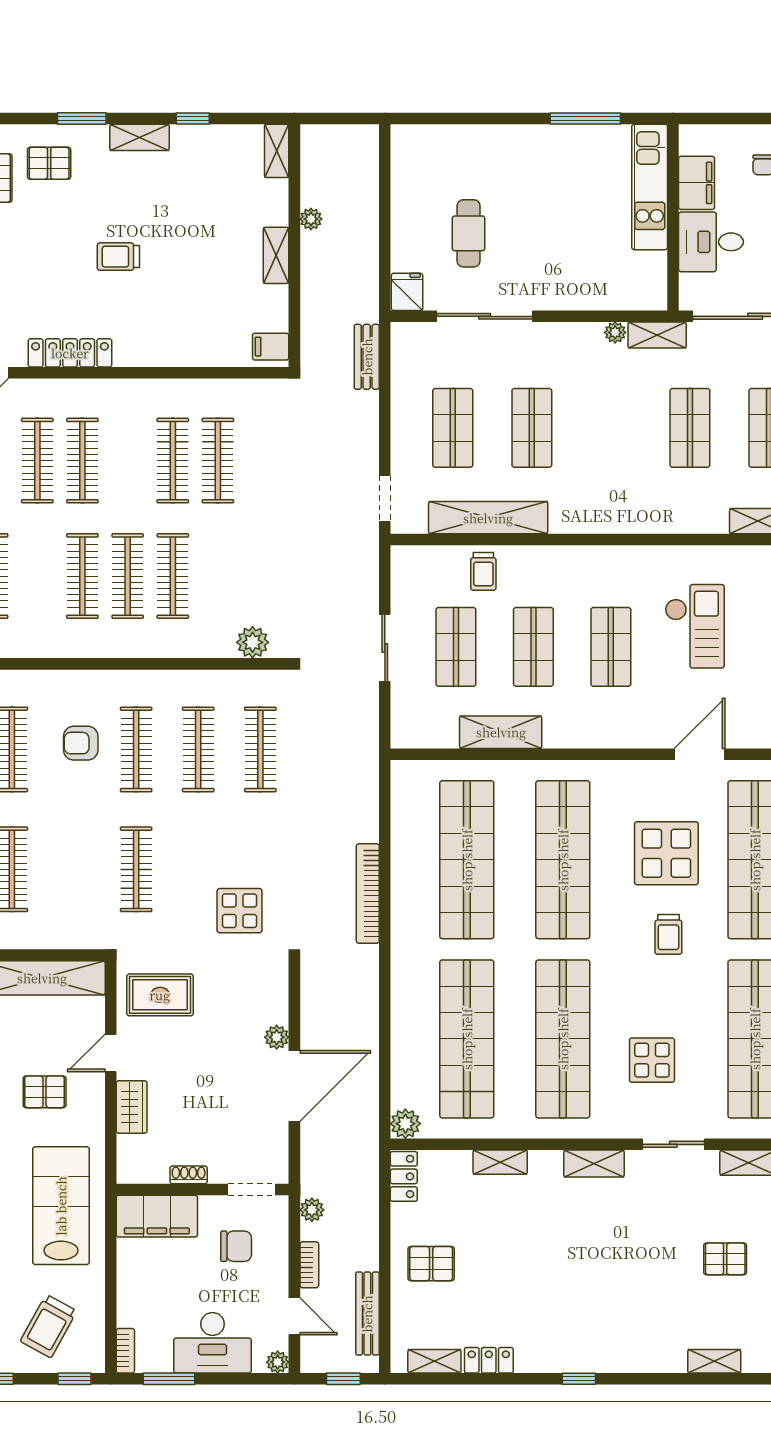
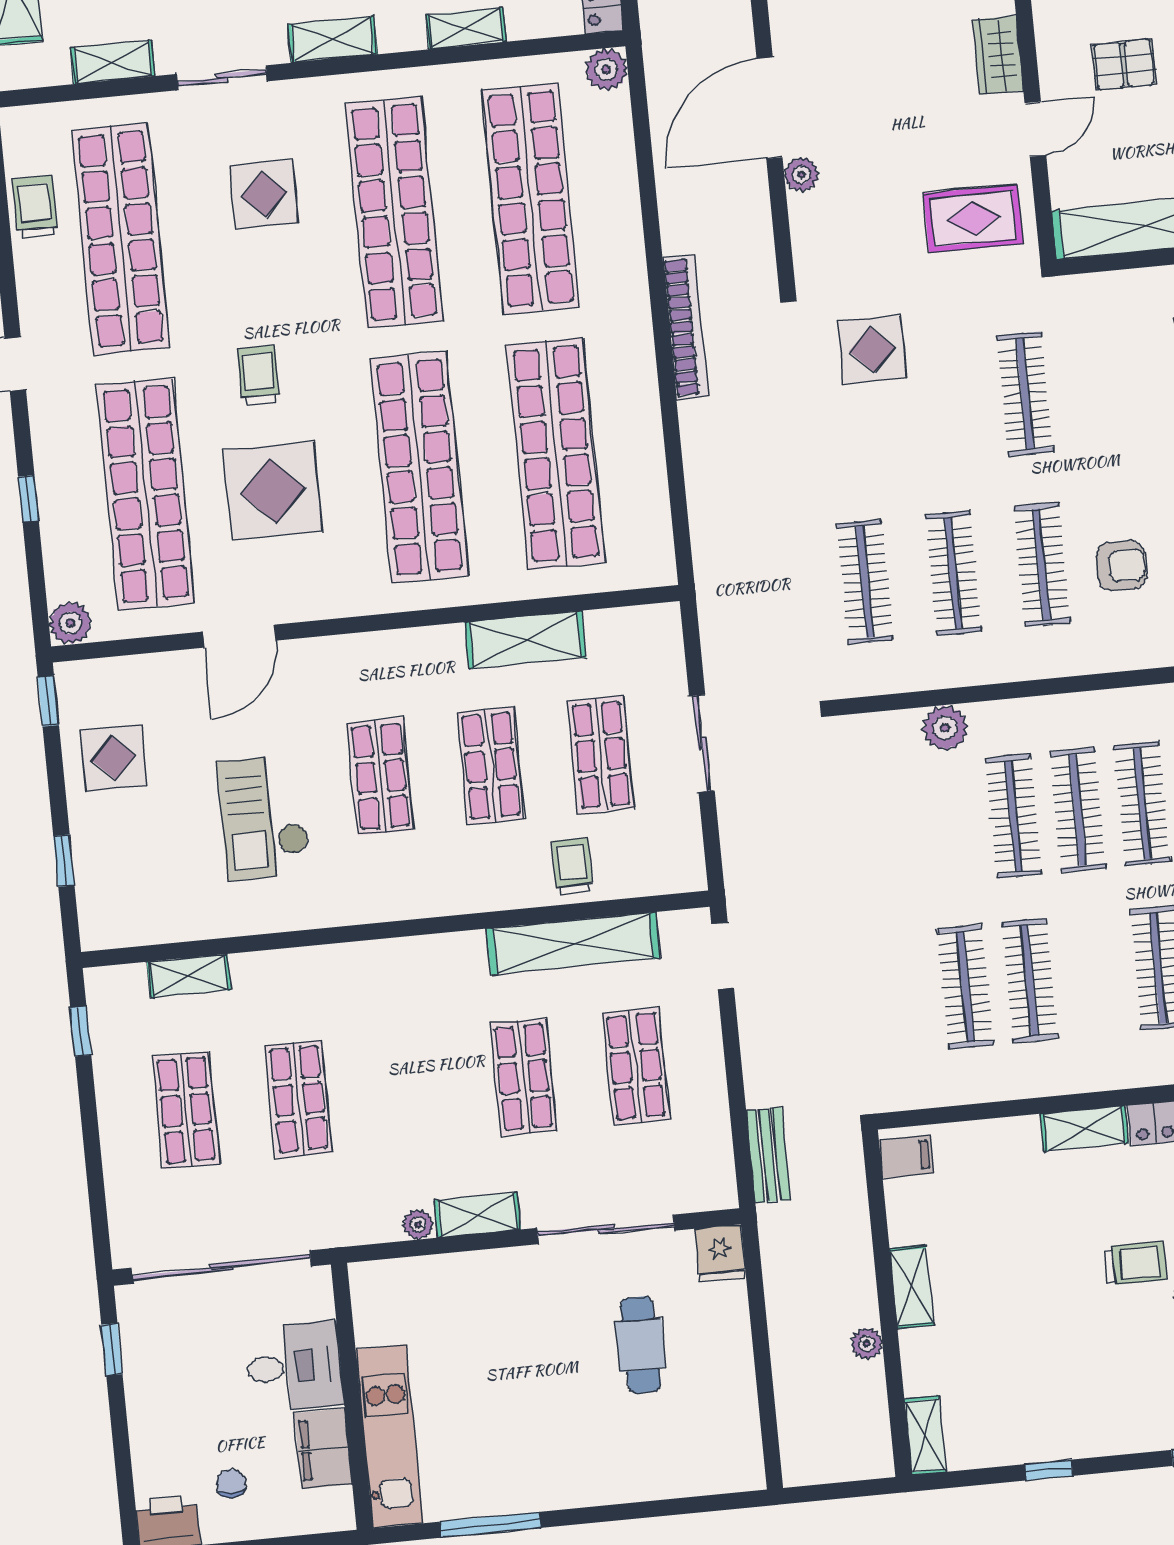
shelving: (139, 137) -> (1084, 1128), moved
shelving: (657, 335) -> (477, 1215), moved
plant: (253, 642) -> (945, 728), moved
bookcase: (368, 893) -> (685, 327), moved

